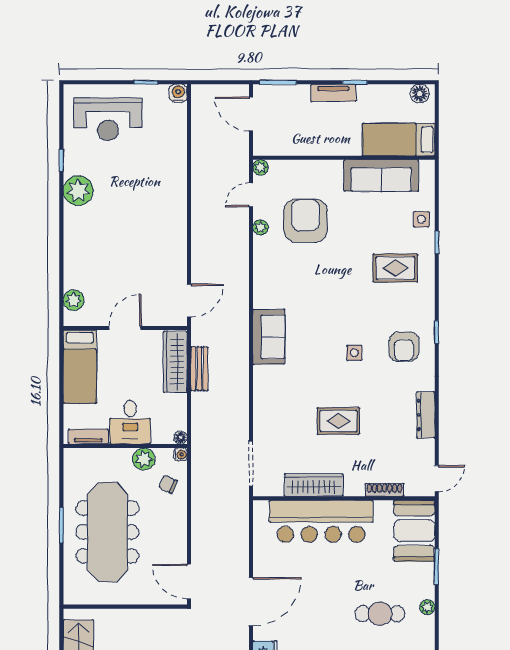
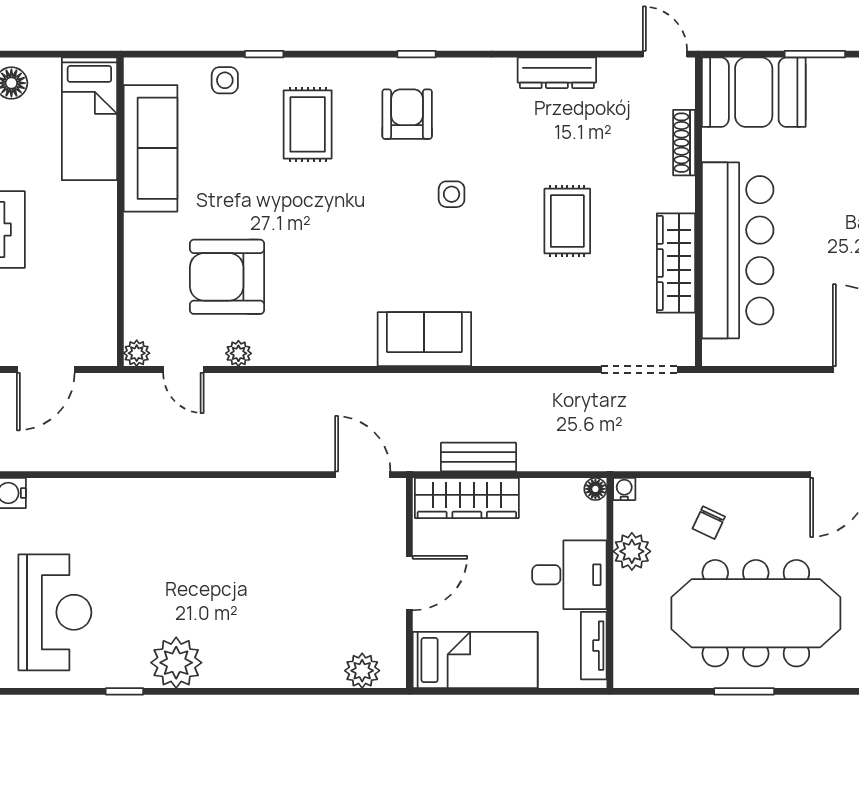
door: (125, 328) -> (409, 583), swing flipped
armchair: (404, 347) -> (407, 114), moved, turned -90
chair: (168, 484) -> (709, 523), moved

